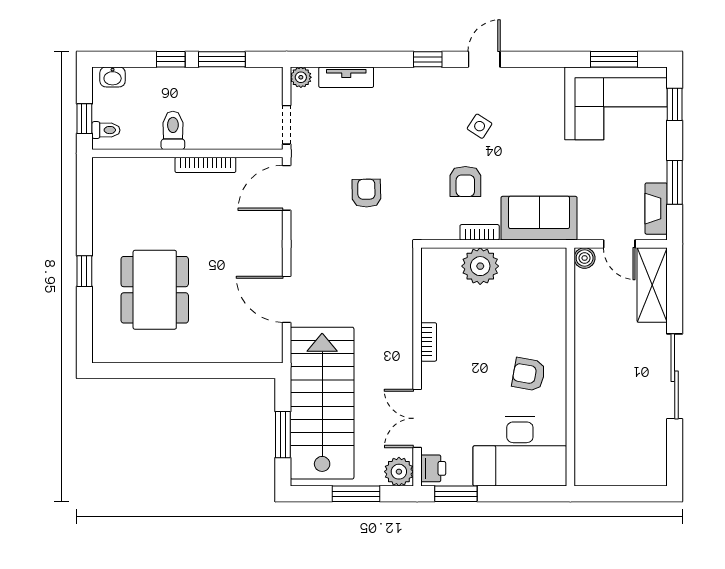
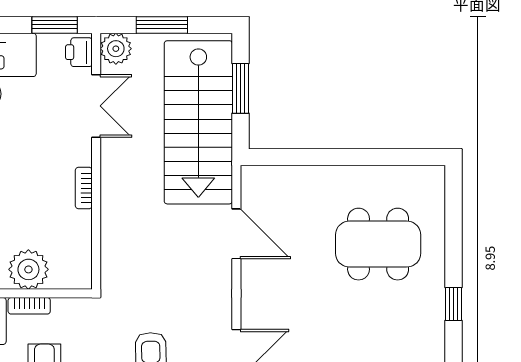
window: (84, 271) -> (454, 304), moved
dining table: (155, 290) -> (378, 244), turned 90

